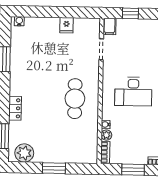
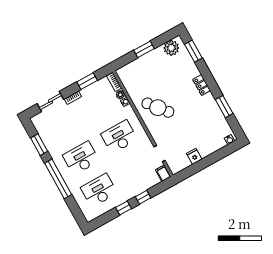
window: (130, 13) -> (143, 197), moved
cafe table: (75, 99) -> (158, 108), turned -39
locker: (15, 108) -> (202, 85), moved

